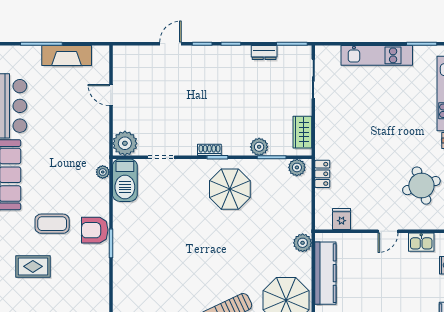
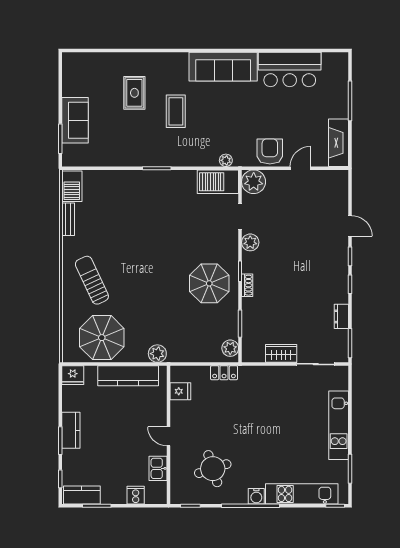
fireplace: (67, 56) -> (338, 143), moved
wardrobe: (302, 132) -> (281, 353), moved
plant: (259, 147) -> (250, 242), moved
shoe rack: (209, 150) -> (247, 285), moved
armchair: (95, 230) -> (270, 151), moved

